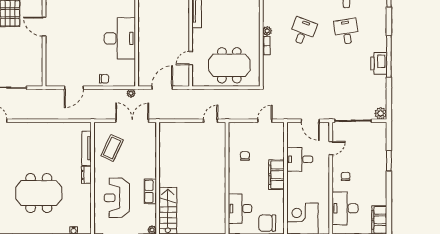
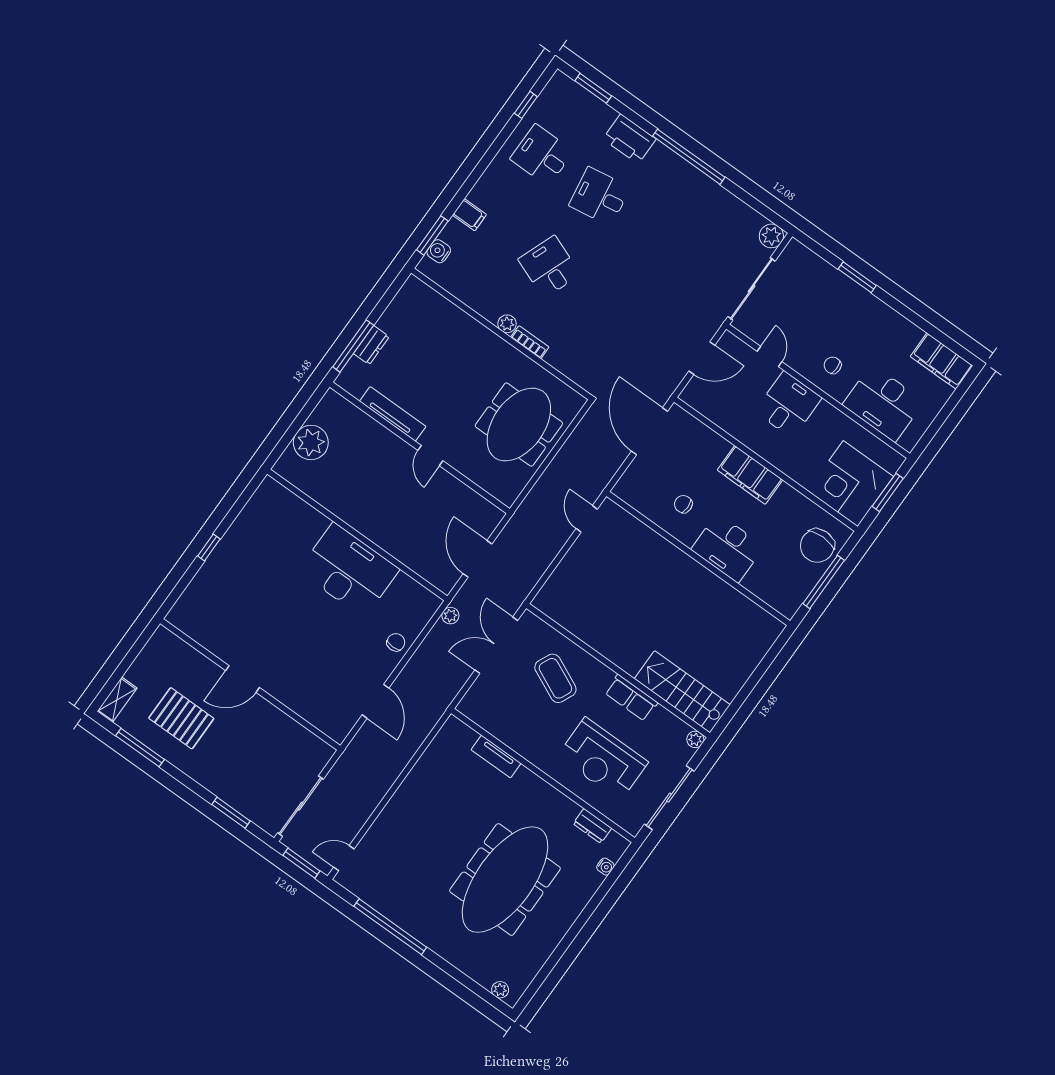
door: (191, 58) -> (430, 455), moved
printer: (379, 63) -> (629, 139), moved
door: (265, 121) -> (650, 431), width x1.88
tv unit: (87, 148) -> (496, 757), width x0.71
coffee table: (112, 148) -> (555, 678), moved
desk: (300, 159) -> (788, 405), moved, turned 180
dresser: (86, 175) -> (592, 826), moved
meeting table: (39, 193) -> (505, 880), width x1.36
desk: (240, 209) -> (728, 548), moved

